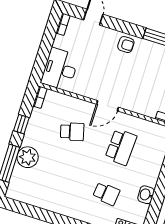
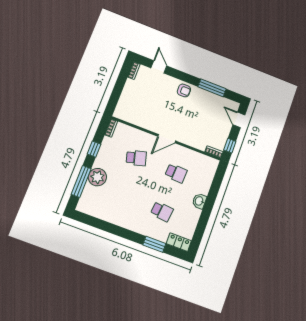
desk: (60, 69) -> (129, 106), removed
school desk: (121, 147) -> (176, 173), width x0.54
washbasin: (146, 195) -> (199, 201), moved

